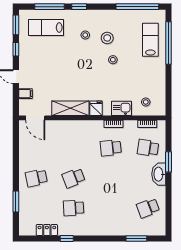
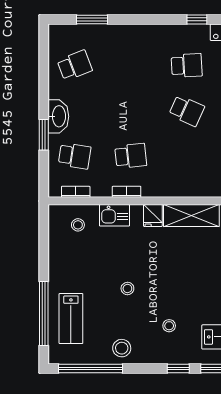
stool: (107, 38) -> (122, 348), moved
school desk: (74, 178) -> (187, 111), turned 45

